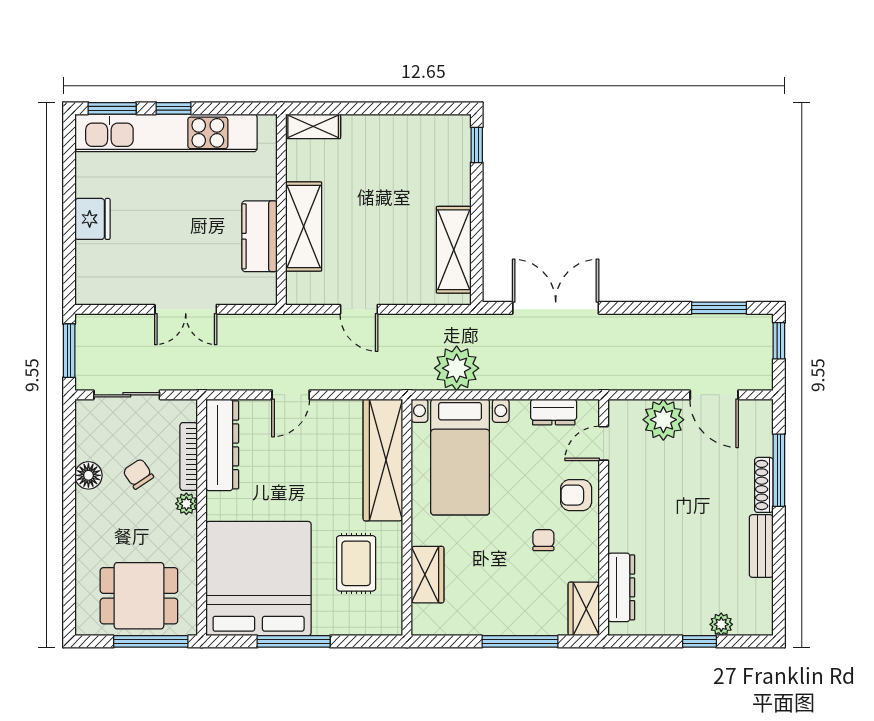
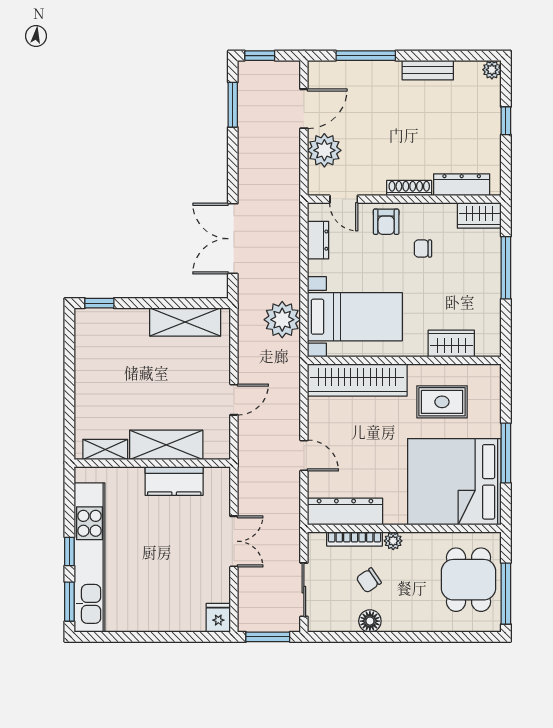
shelving: (313, 126) -> (105, 449), moved, turned 90
fridge: (92, 219) -> (218, 618), moved, width x0.72
shoe rack: (764, 485) -> (409, 188), moved, turned 180
plant: (721, 624) -> (492, 70), moved
window: (151, 641) -> (506, 594), moved

